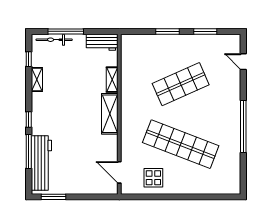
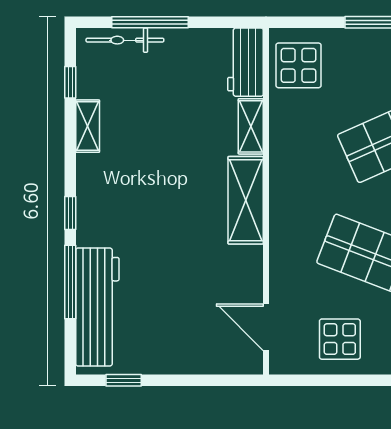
workbench: (102, 42) -> (246, 62), moved, turned 90
display table: (134, 51) -> (299, 65), added
window: (54, 197) -> (124, 380), width x0.67

